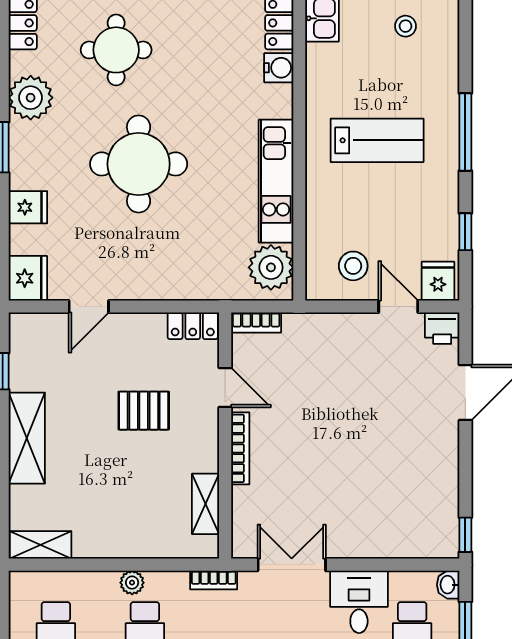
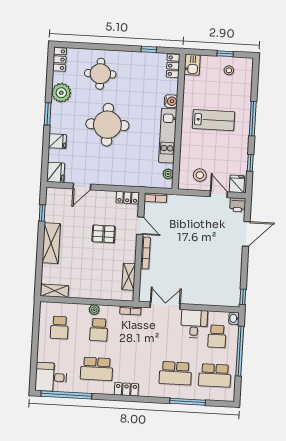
water cooler: (279, 68) -> (171, 101), moved
plant: (271, 267) -> (168, 174), width x0.53, depth x0.53

